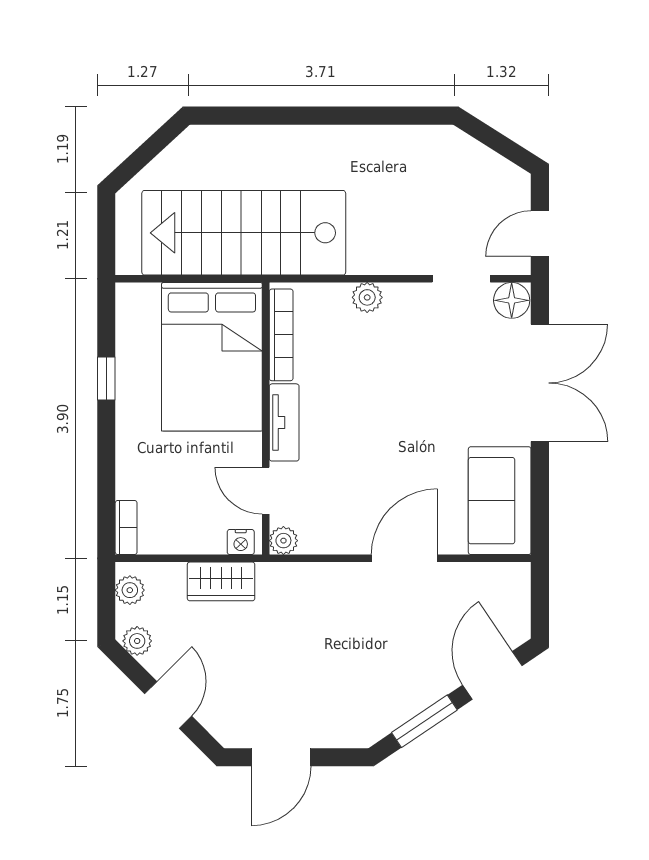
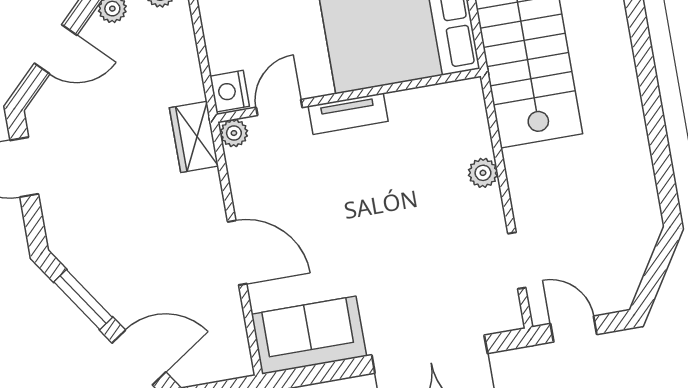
floor lamp: (512, 300) -> (504, 313), removed
bookcase: (281, 335) -> (432, 96), removed
nightstand: (241, 542) -> (230, 91), width x1.39, depth x1.35
wardrobe: (221, 581) -> (194, 137), moved

